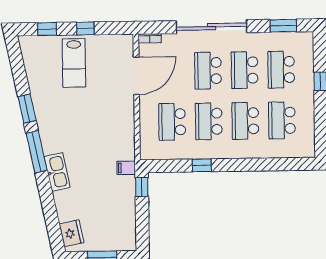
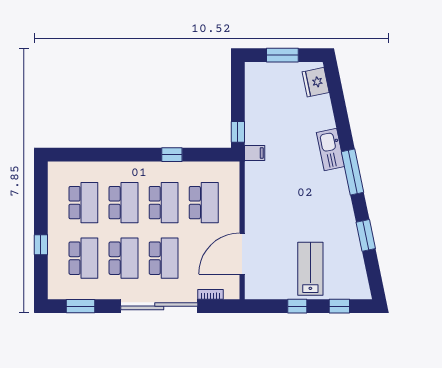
bookcase: (150, 38) -> (211, 294), moved
window: (27, 109) -> (366, 235), moved

